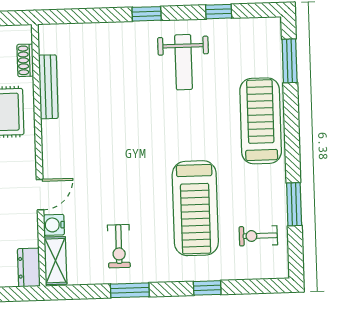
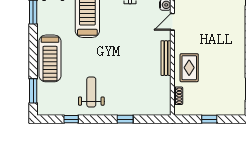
window: (147, 14) -> (125, 119), moved
bench: (48, 87) -> (166, 58), moved

